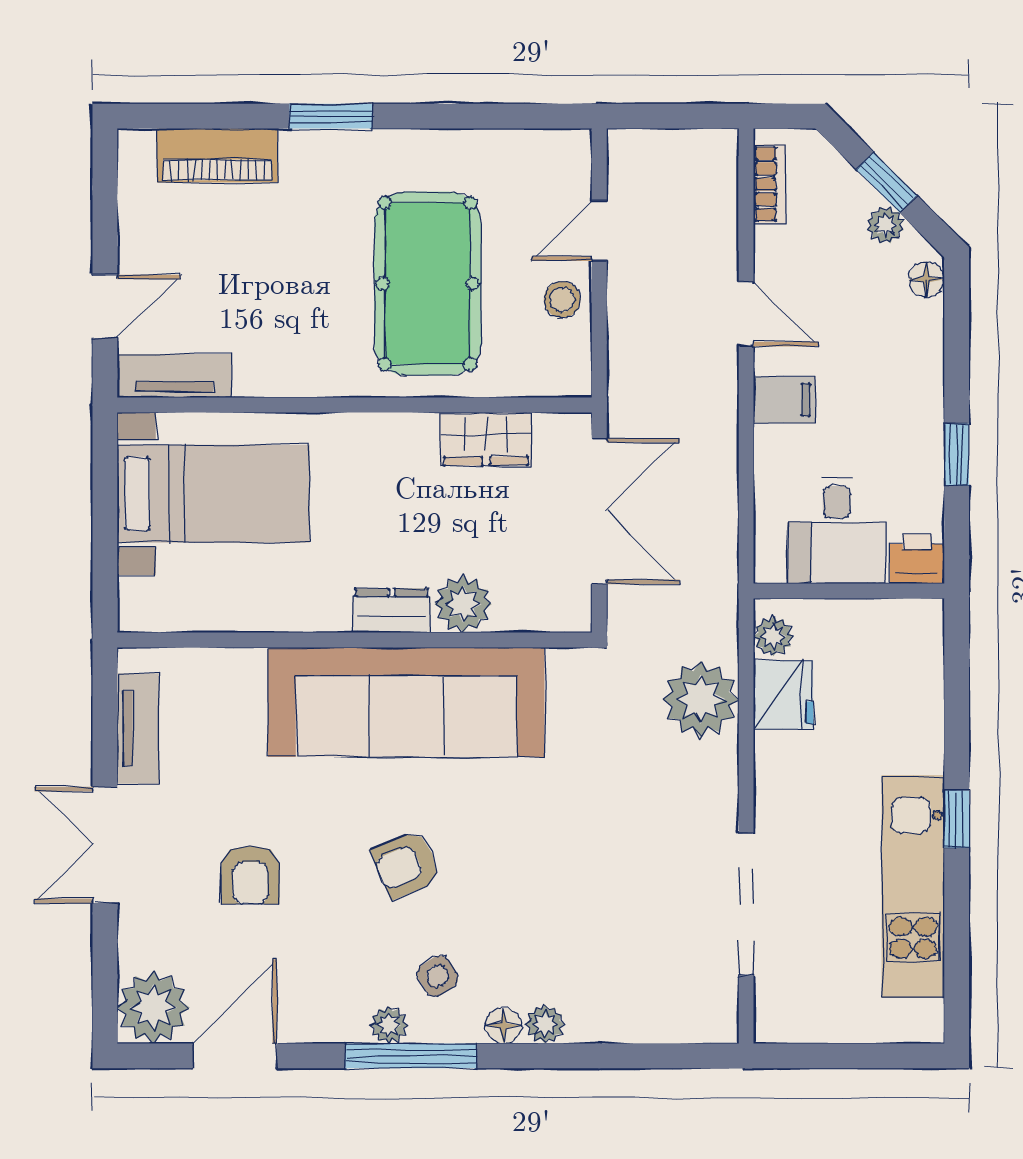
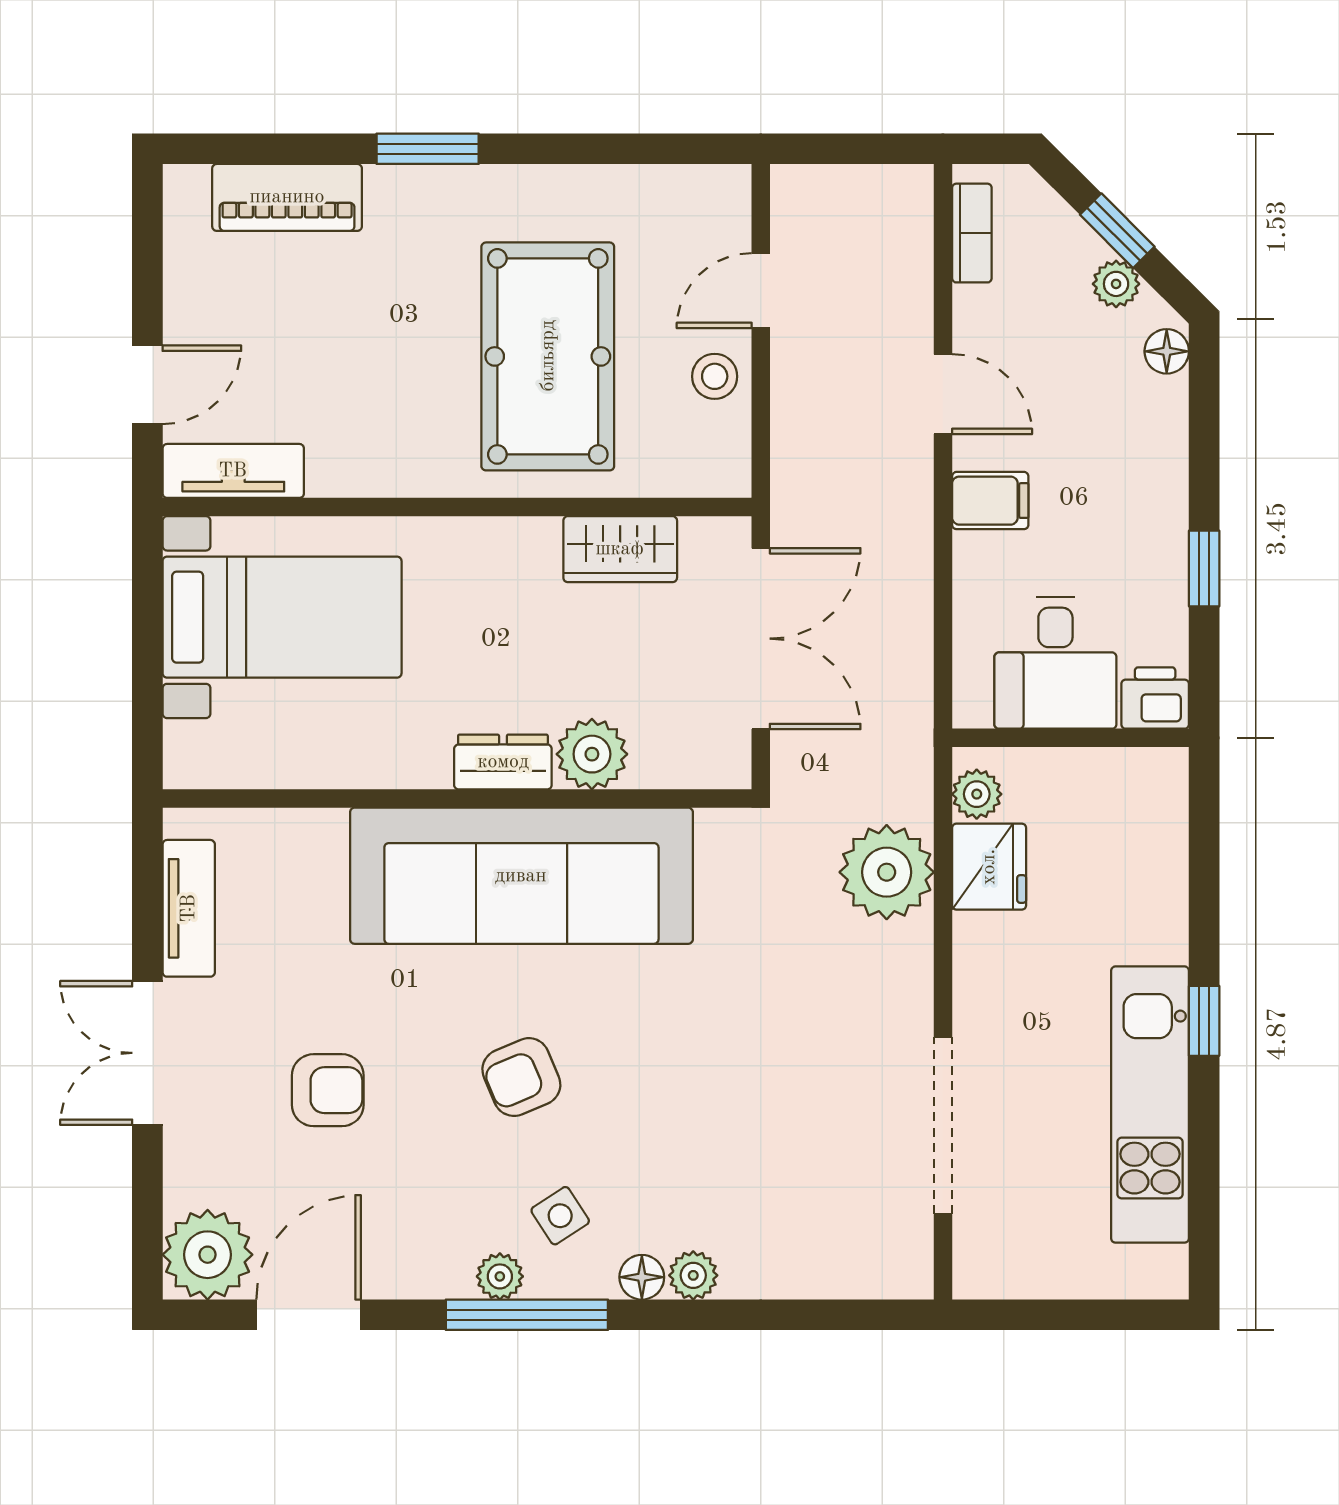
armchair: (250, 875) -> (328, 1090), turned -90

